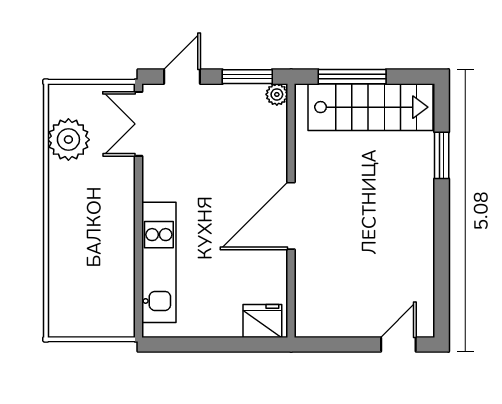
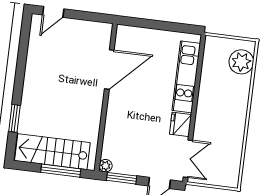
plant: (68, 140) -> (241, 62), moved
door: (291, 216) -> (109, 69), moved
fridge: (262, 321) -> (181, 124), moved, turned 90

